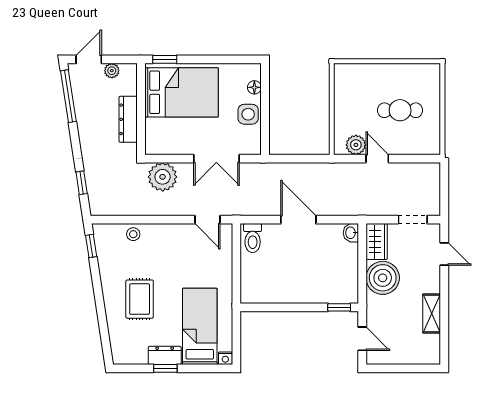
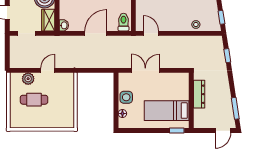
plant: (112, 71) -> (209, 124), removed
bed: (181, 92) -> (167, 111), width x0.67
window: (68, 96) -> (235, 108), width x0.69
plant: (356, 145) -> (28, 79), moved
door: (377, 159) -> (48, 70), swing flipped
plant: (163, 177) -> (178, 59), removed
door: (298, 220) -> (96, 33), swing flipped

